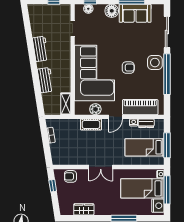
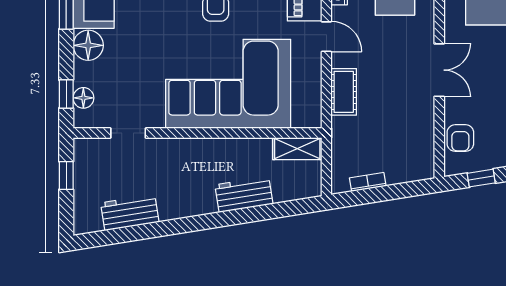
workbench: (40, 49) -> (130, 213), moved
plant: (95, 109) -> (309, 82), removed

